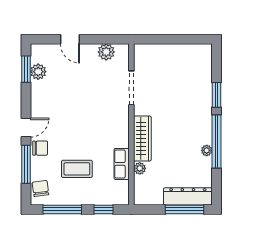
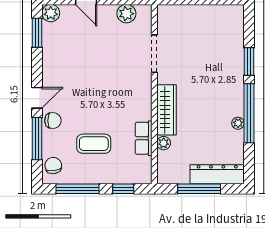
plant: (38, 72) -> (51, 13), moved
window: (184, 209) -> (199, 189), moved

